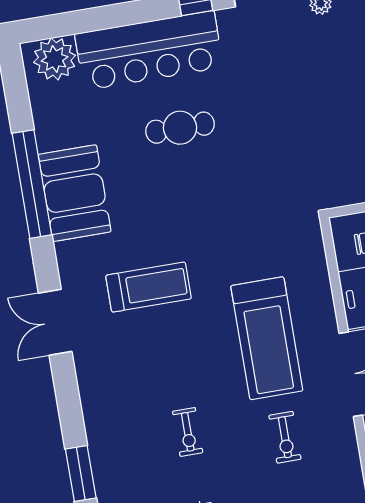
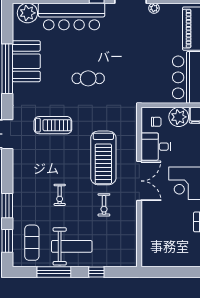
cafe table: (180, 128) -> (88, 78), moved
booth: (75, 193) -> (26, 61), moved

